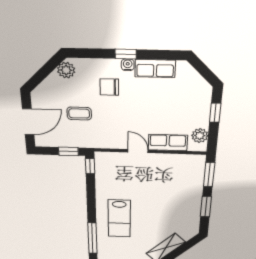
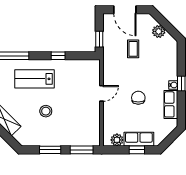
plant: (66, 70) -> (159, 31), moved
chair: (109, 87) -> (138, 98), moved
row of seats: (168, 143) -> (139, 139), moved, turned -90
window: (90, 166) -> (58, 56), moved
stool: (158, 209) -> (46, 111), added

